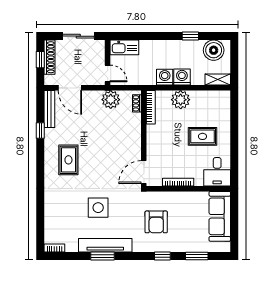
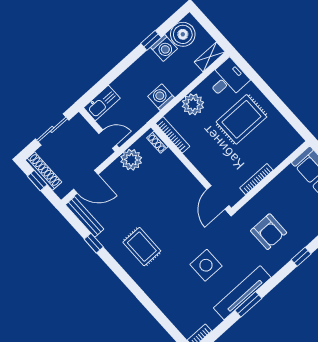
washing machine: (182, 77) -> (164, 48), moved, turned 180
rug: (202, 136) -> (241, 119), width x1.36, depth x1.43
desk: (217, 172) -> (228, 80), moved, turned -90

